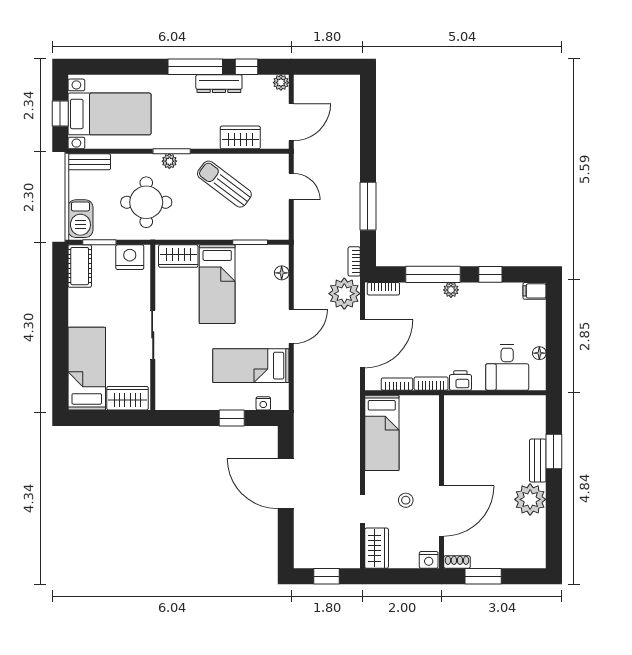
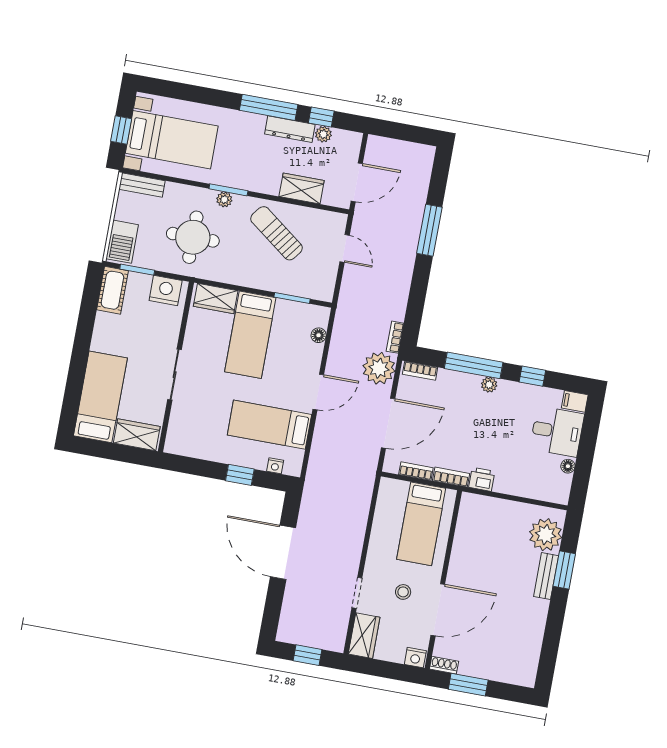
plant: (281, 83) -> (323, 134), moved
window: (368, 206) -> (429, 230), moved
desk: (507, 367) -> (557, 432), moved, turned -90
bed: (382, 433) -> (421, 524), moved
plant: (530, 499) -> (546, 535), moved

